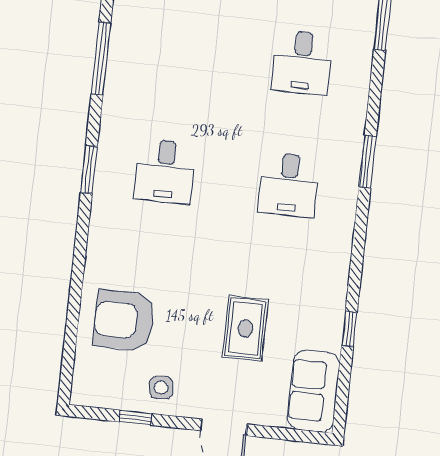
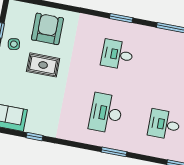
desk: (289, 185) -> (106, 113), width x1.37
rug: (245, 328) -> (43, 65), moved

